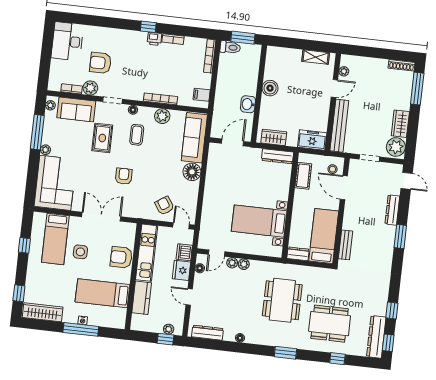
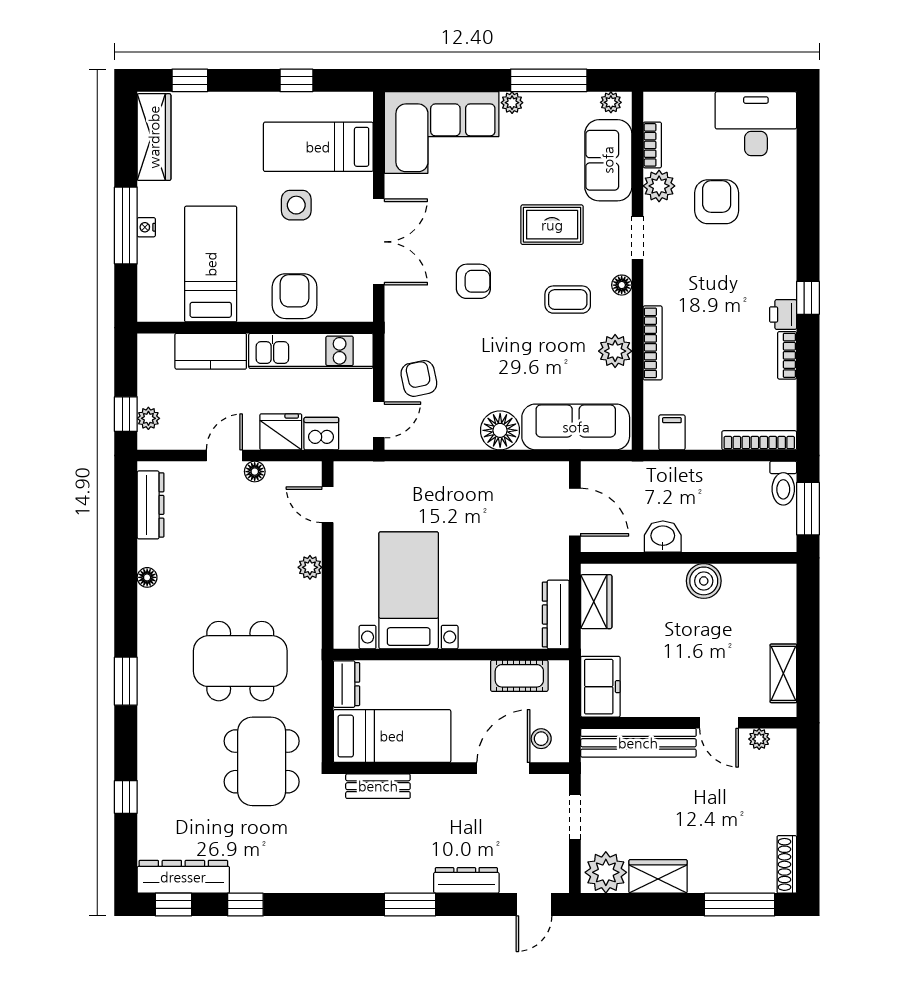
armchair: (165, 206) -> (419, 378), turned -68
plant: (232, 263) -> (310, 541), removed
floor lamp: (200, 268) -> (255, 472), moved
dining table: (330, 324) -> (262, 761), moved

